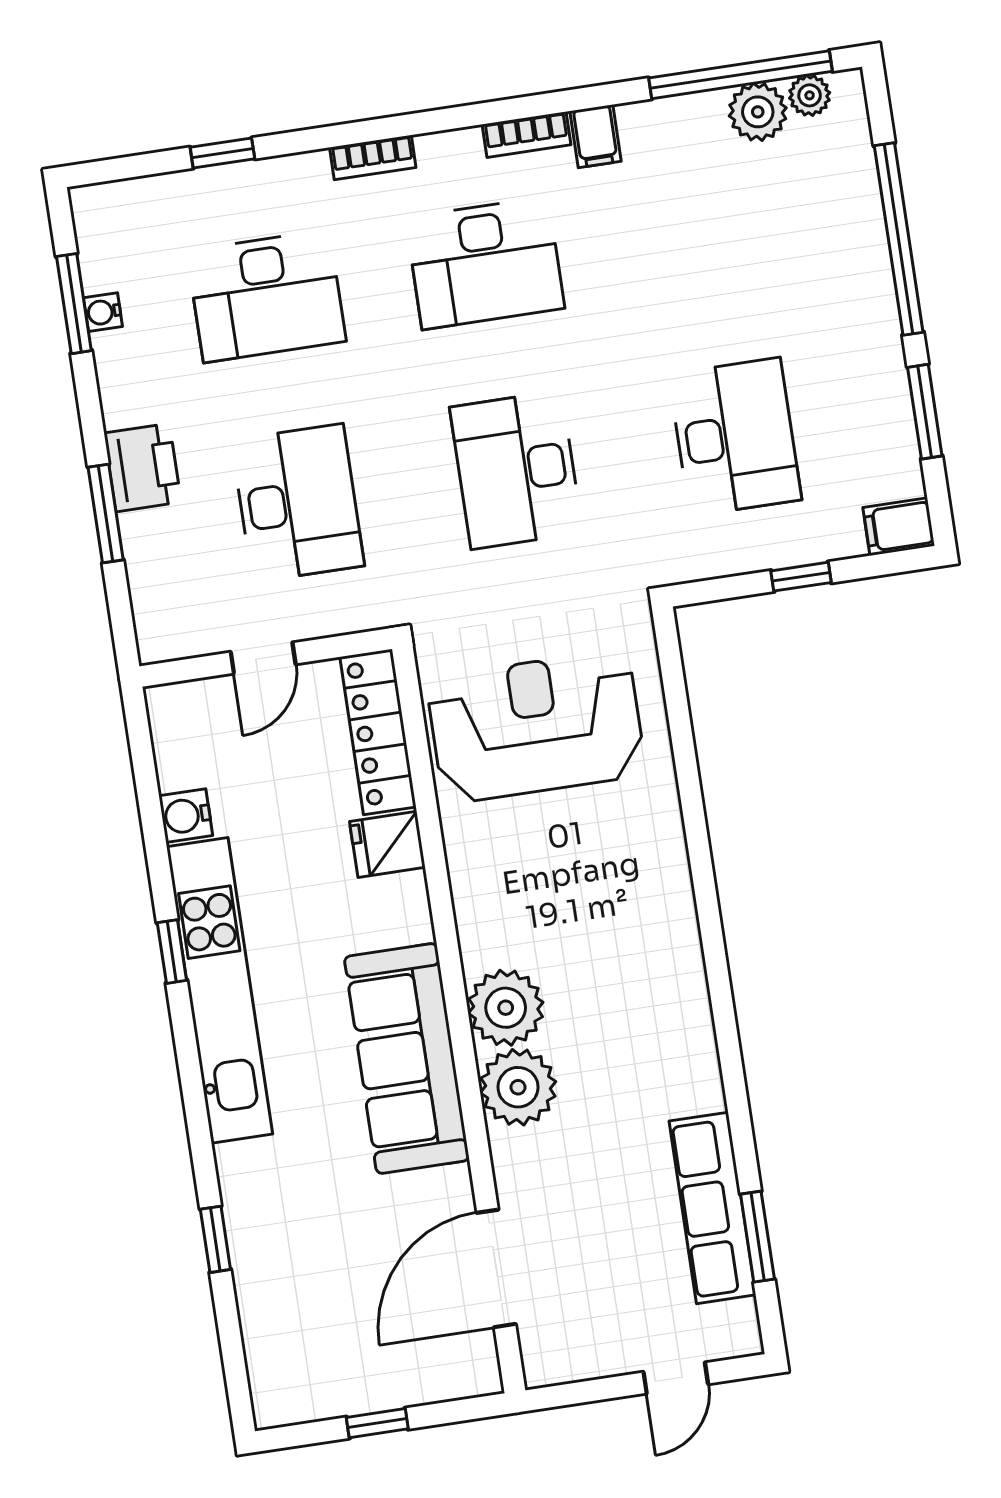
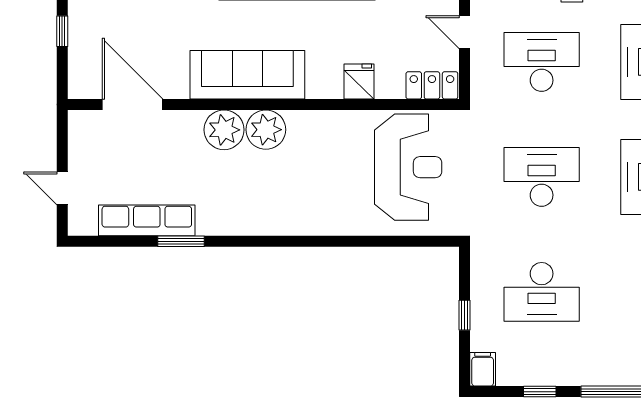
window: (925, 412) -> (540, 392), width x0.67
desk: (298, 503) -> (542, 62), turned 180
locker: (378, 732) -> (432, 85), width x0.66
window: (757, 1237) -> (181, 241), moved

